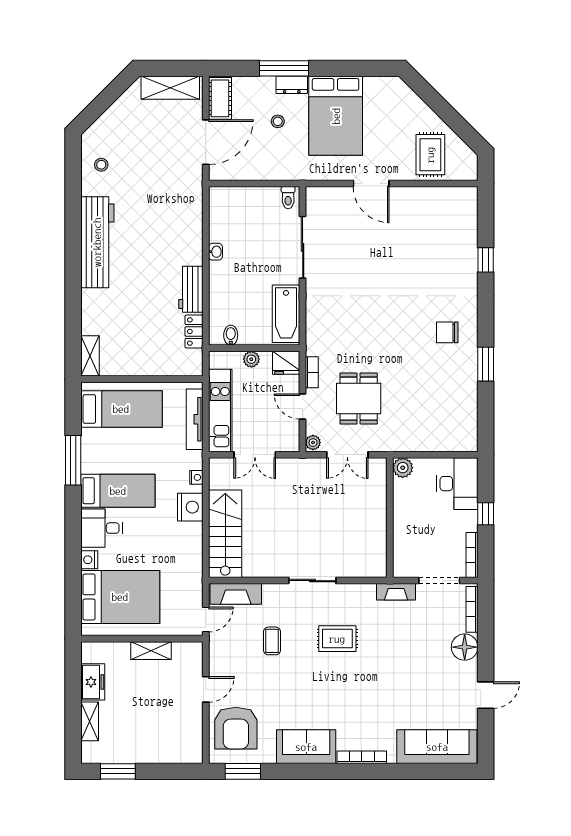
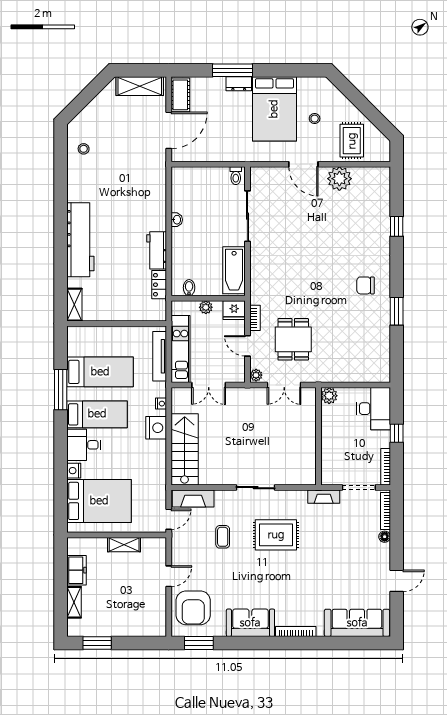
stool: (278, 121) -> (315, 119), moved
plant: (415, 201) -> (339, 179), added
workbench: (97, 242) -> (80, 240), moved
bed: (121, 409) -> (100, 372), moved
rug: (337, 639) -> (276, 535), width x1.36, depth x1.43
floor lamp: (465, 647) -> (385, 537), width x0.53, depth x0.53

